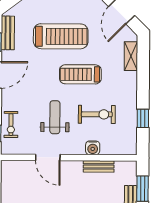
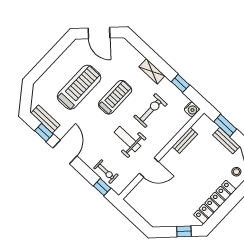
shelving: (131, 56) -> (152, 71), moved
treadmill: (80, 74) -> (115, 97), turned 180
water cooler: (93, 148) -> (192, 109), moved

